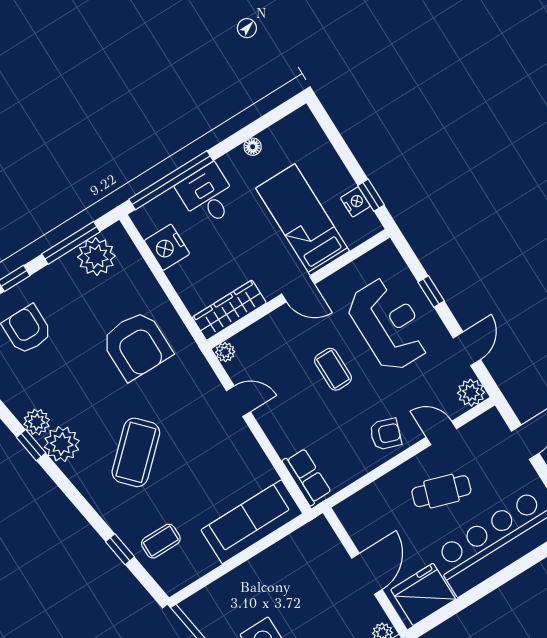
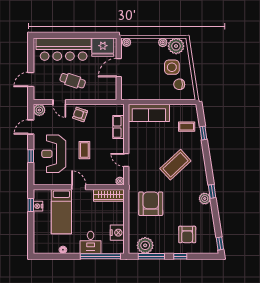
plant: (62, 444) -> (201, 185), removed
row of seats: (307, 477) -> (119, 127), moved
chair: (227, 615) -> (179, 84), added

